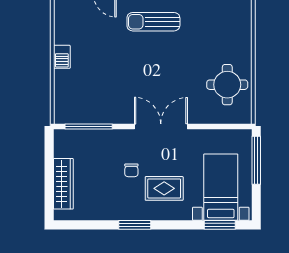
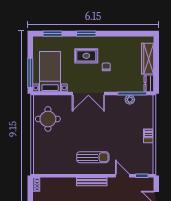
plant: (93, 116) -> (130, 100), added
dresser: (61, 143) -> (149, 83), added
bed with nightstands: (221, 187) -> (50, 72), moved, turned 180
window: (135, 225) -> (86, 34), moved

